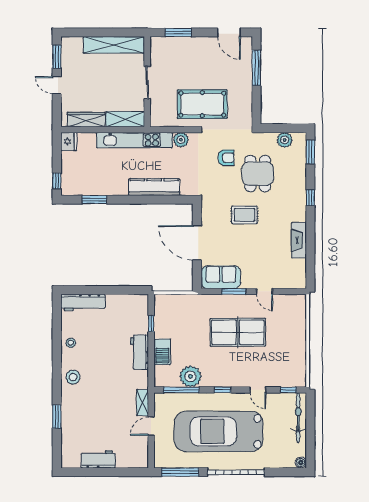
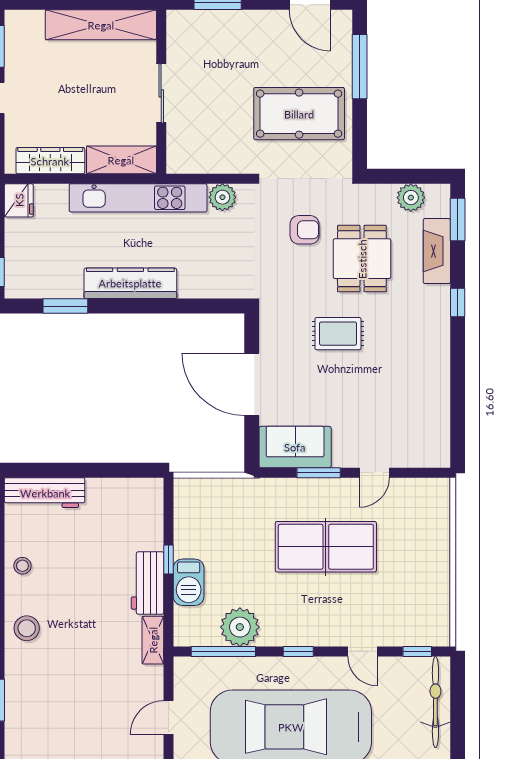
pool table: (202, 104) -> (299, 114), moved
kitchen counter: (154, 187) -> (130, 283), moved
fireplace: (299, 240) -> (437, 251), moved
door: (264, 291) -> (374, 473), hinge flipped
window: (151, 324) -> (169, 559), moved
shelving: (143, 403) -> (153, 640), moved

